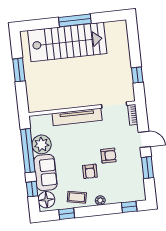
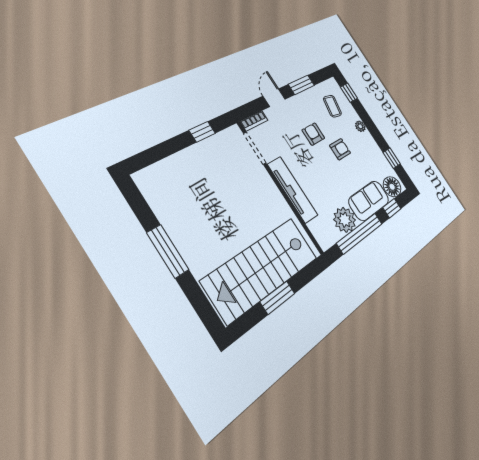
stairs: (67, 42) -> (261, 269), moved, turned -90
coffee table: (77, 197) -> (332, 106), moved

